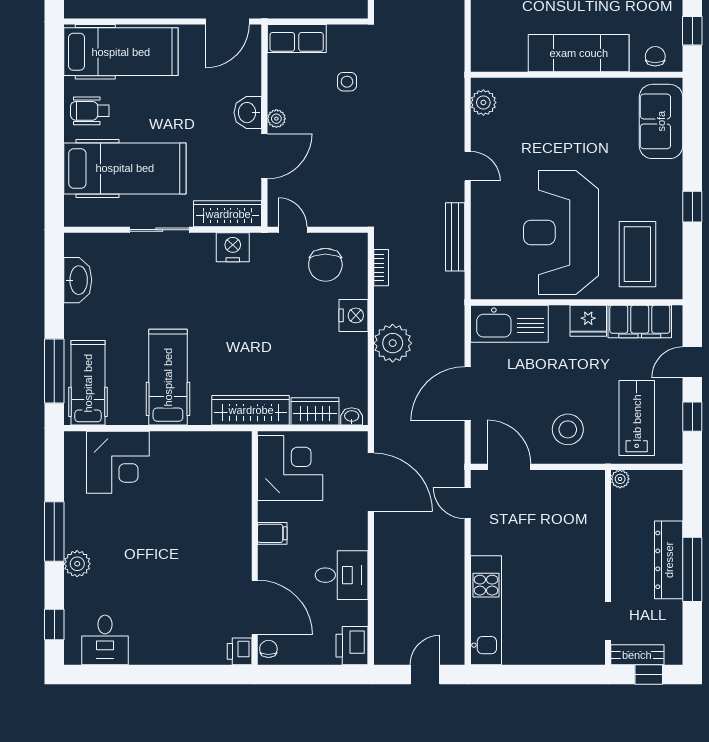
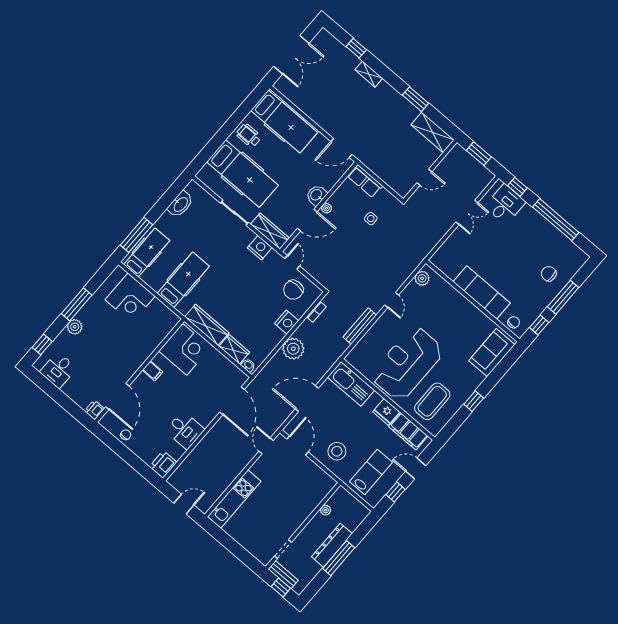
corner desk: (290, 468) -> (185, 349), moved
plant: (620, 479) -> (326, 510), moved
filing cabinet: (272, 533) -> (153, 371), moved
wall: (255, 548) -> (139, 371), moved
door: (255, 607) -> (117, 396), moved
printer: (240, 651) -> (94, 410), moved

